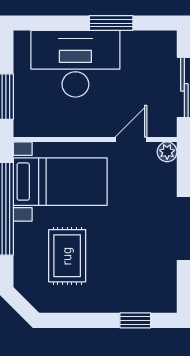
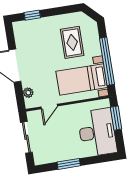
desk: (75, 64) -> (97, 132), moved, turned -90
plant: (167, 152) -> (28, 93), moved

